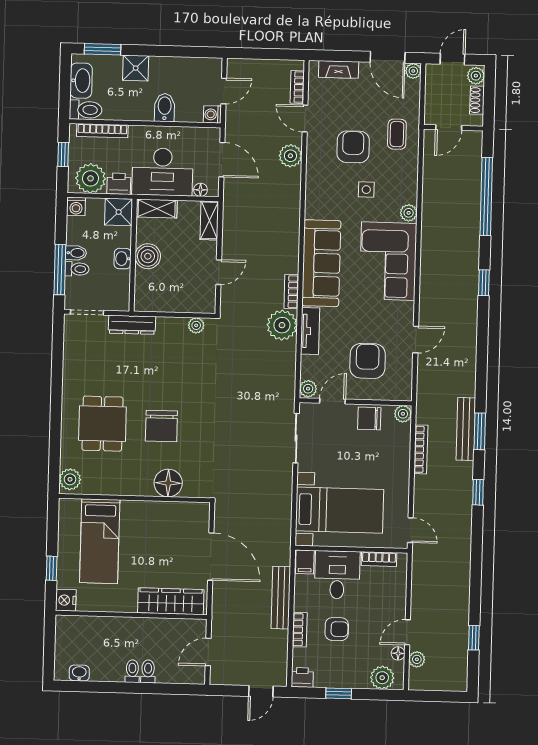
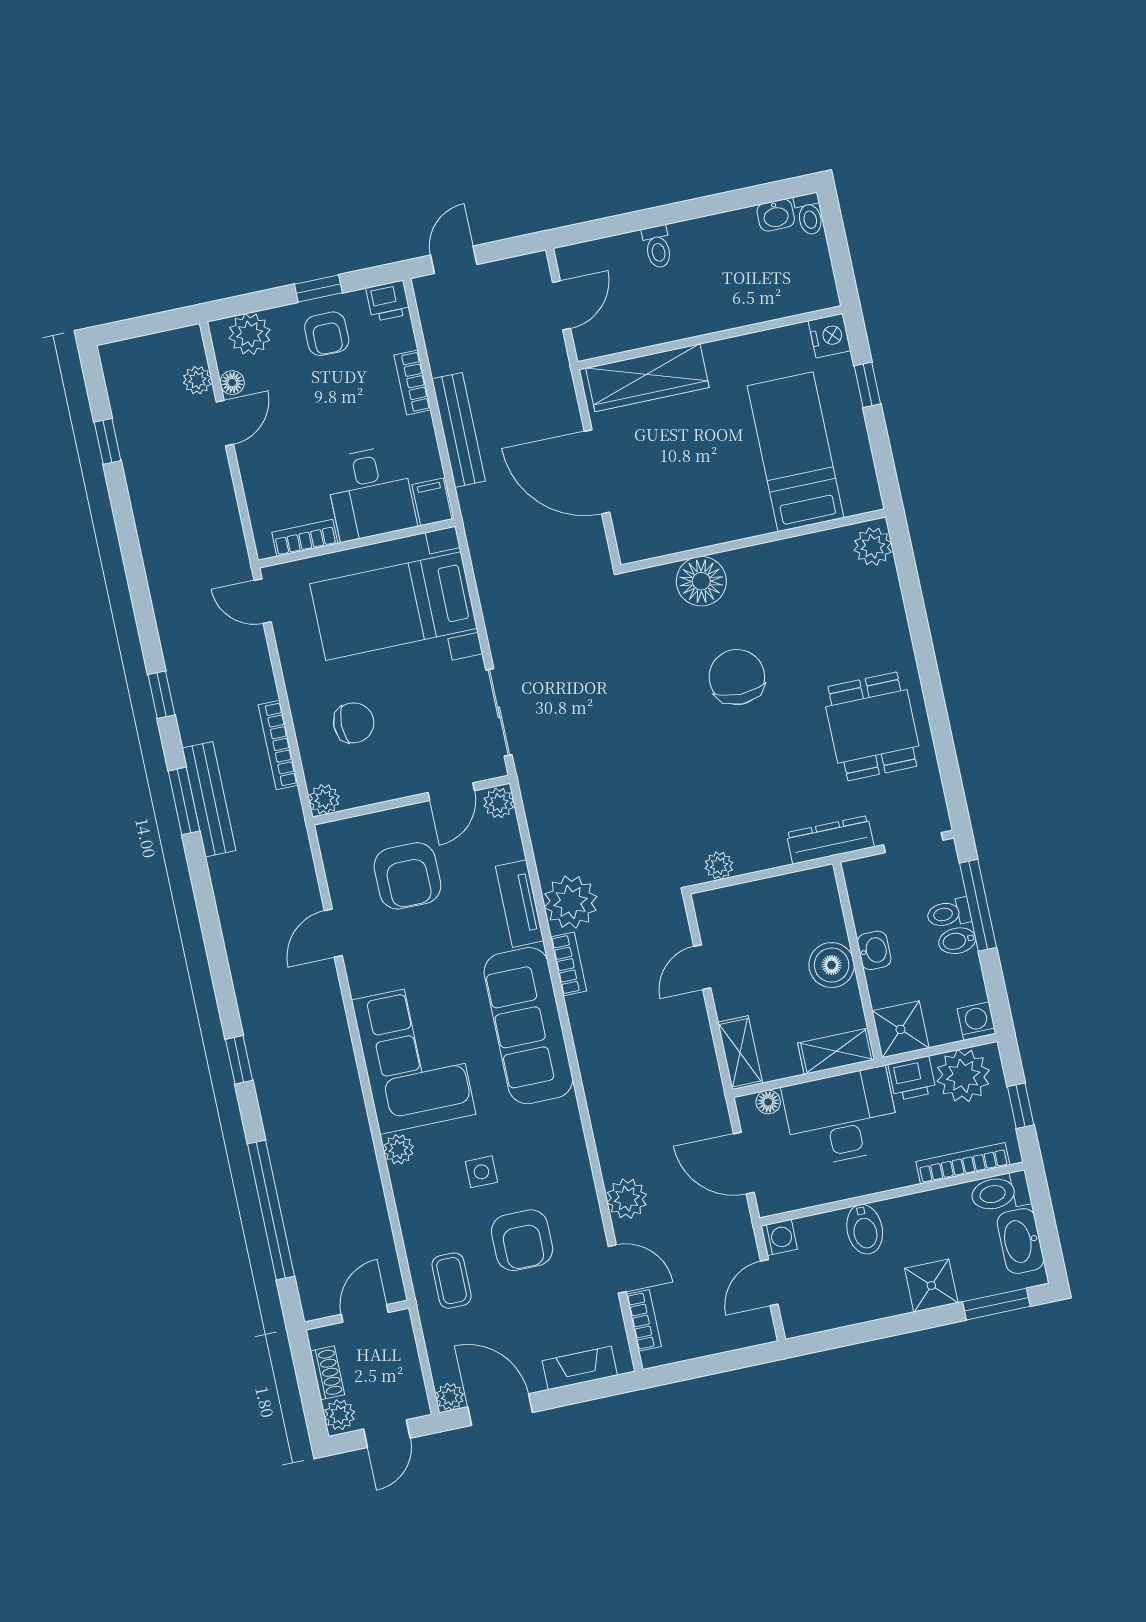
chair: (369, 419) -> (354, 723), moved
dining table: (102, 424) -> (872, 726), moved
armchair: (337, 629) -> (327, 334), moved, turned -90
toilet: (132, 671) -> (809, 214), moved

